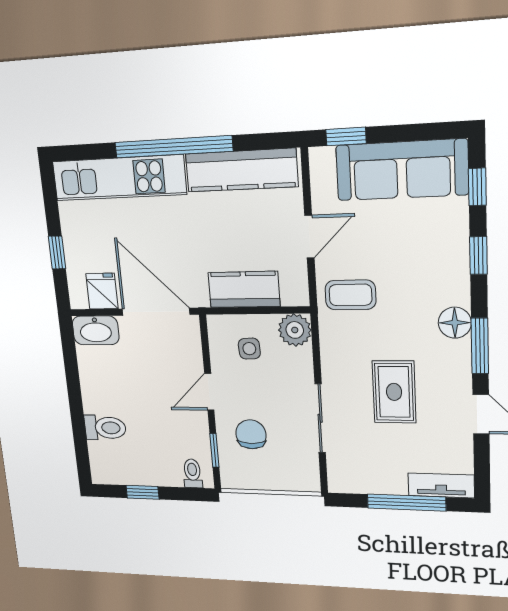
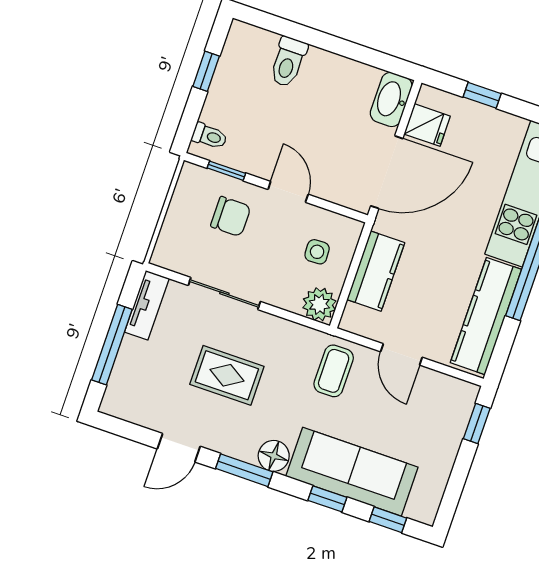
sofa: (402, 170) -> (352, 472), moved, turned 90
tv unit: (441, 485) -> (147, 305), moved

